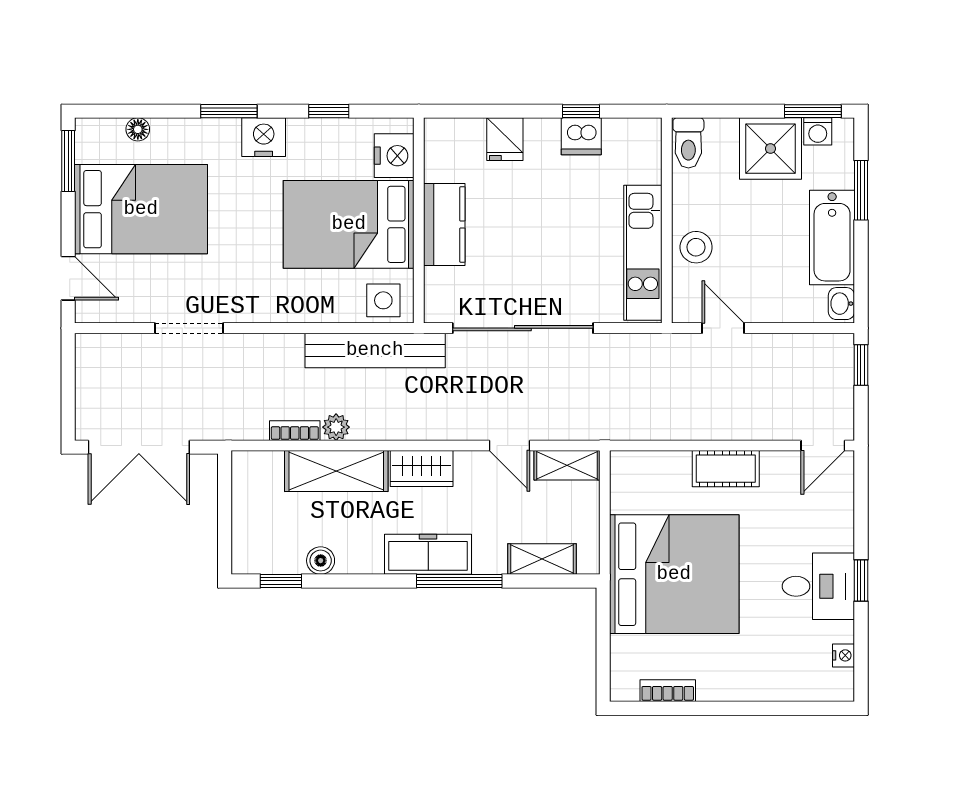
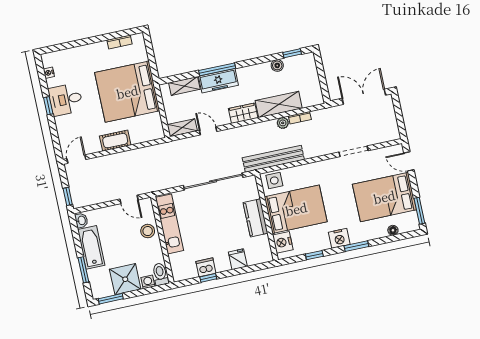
washing machine: (818, 131) -> (148, 282), moved
freezer: (428, 554) -> (218, 81), moved

